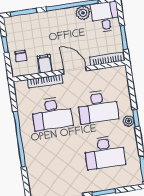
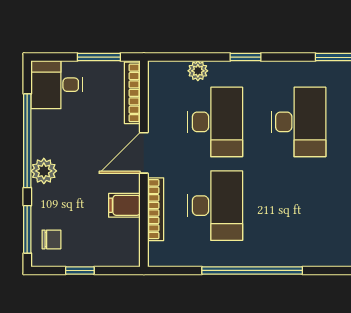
plant: (83, 13) -> (44, 171), moved
chair: (21, 56) -> (51, 239), moved
plant: (129, 121) -> (198, 71), moved

